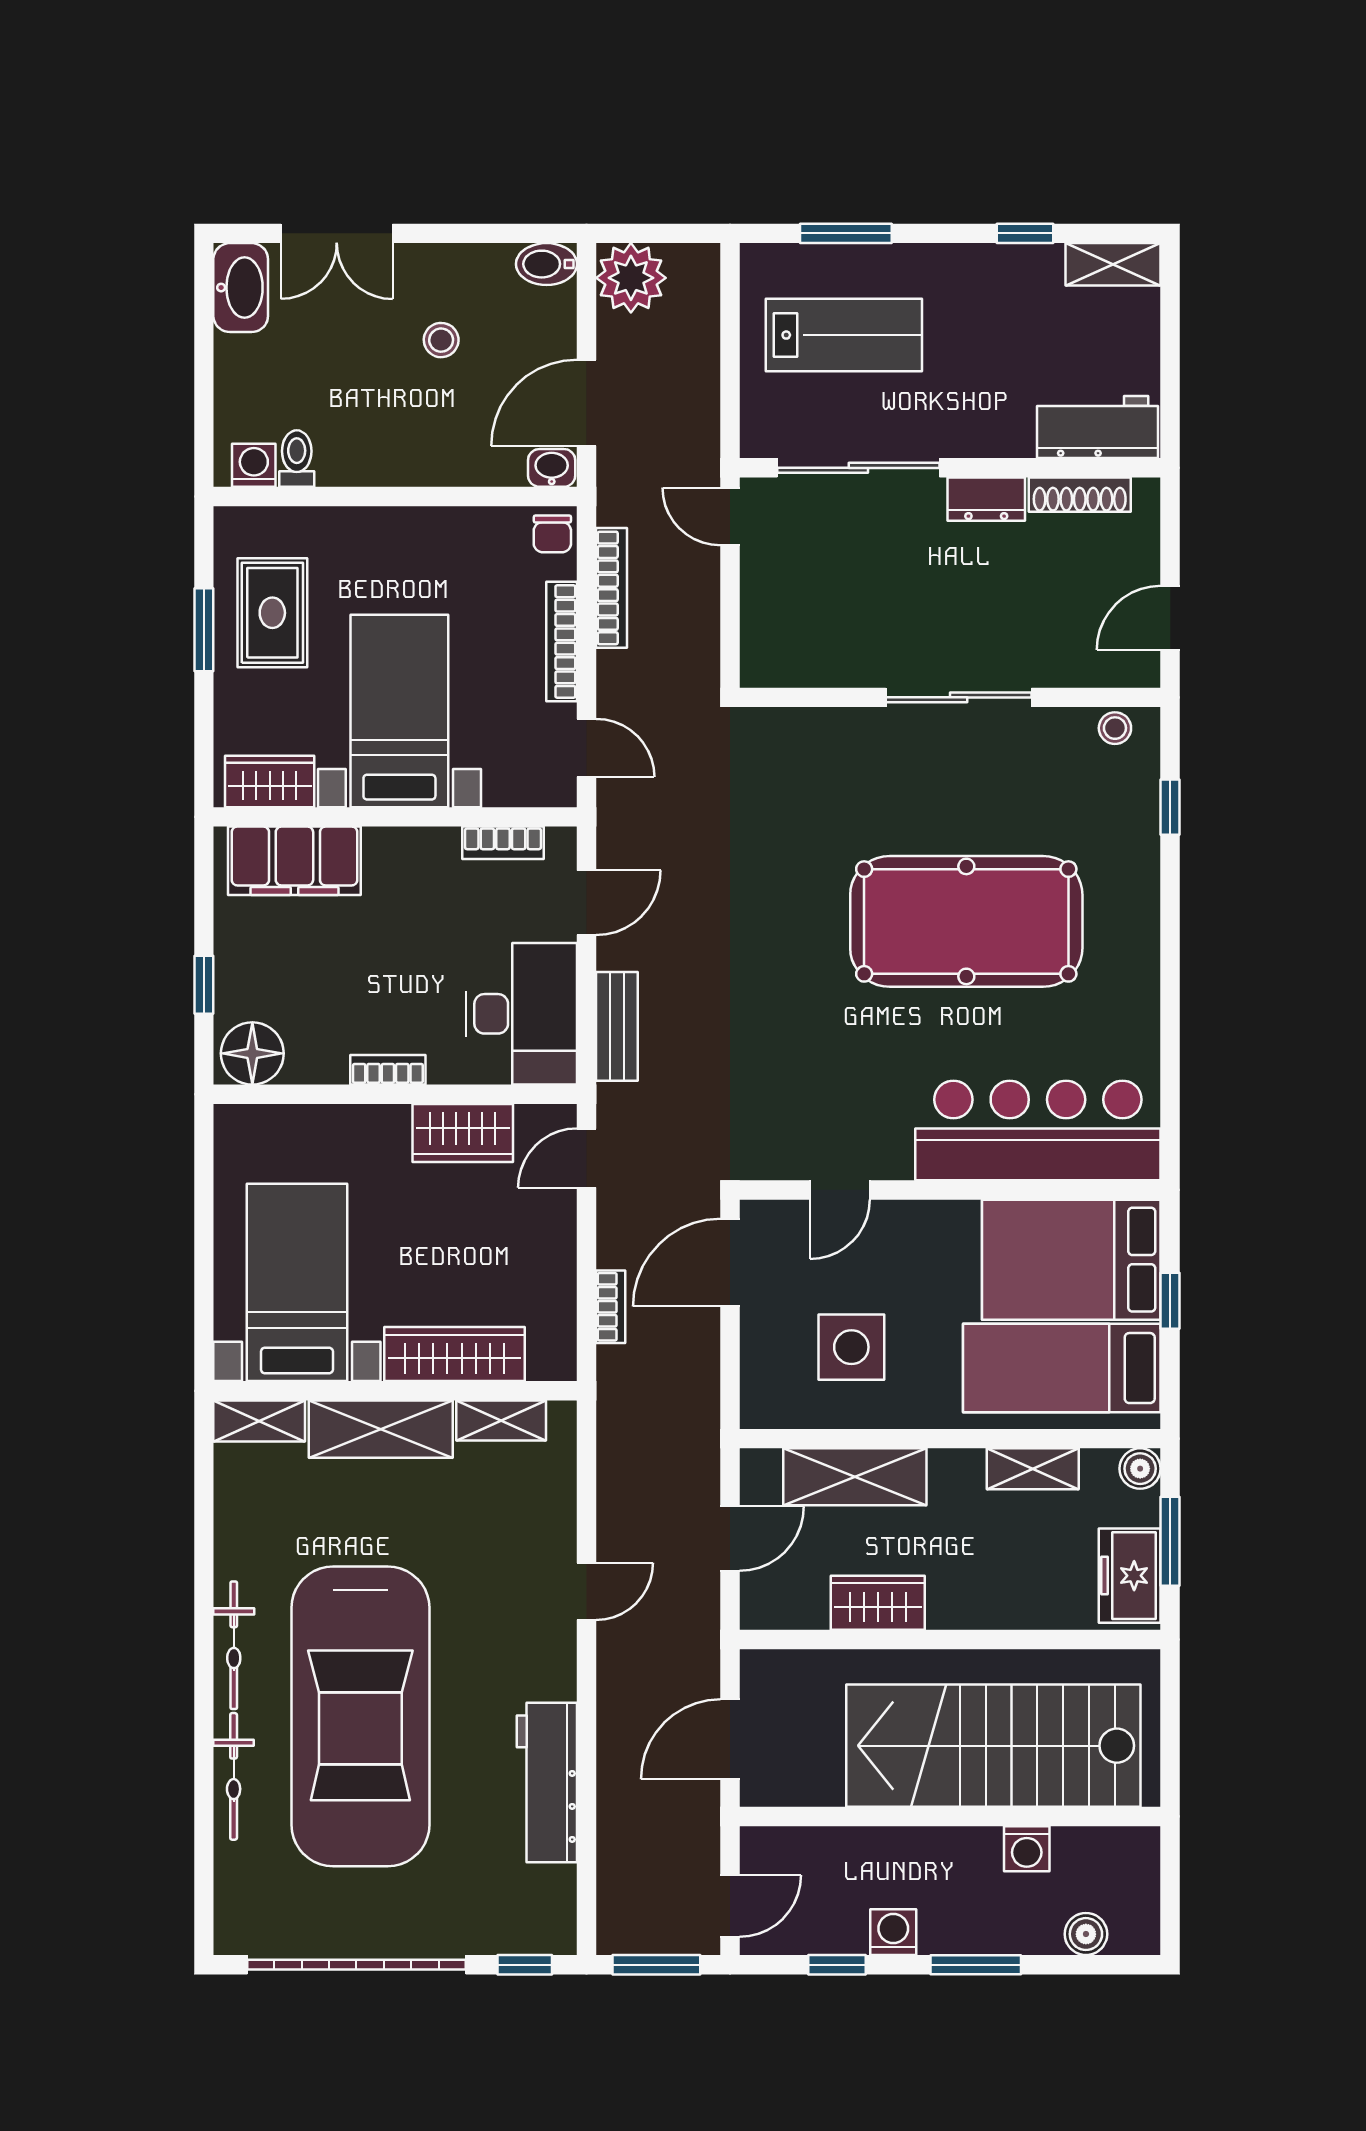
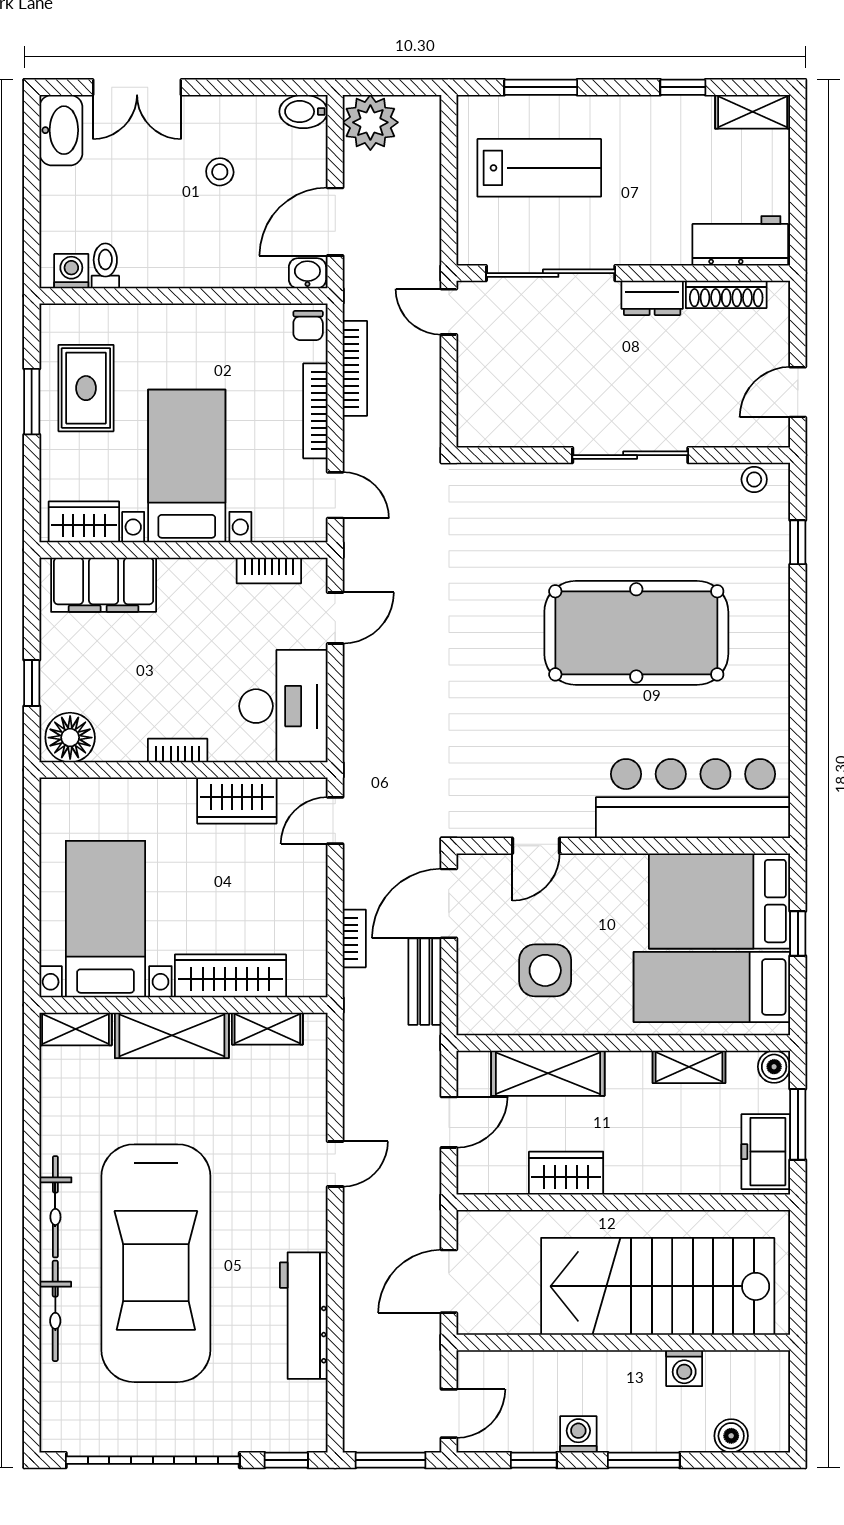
bench: (617, 1026) -> (425, 982), moved

